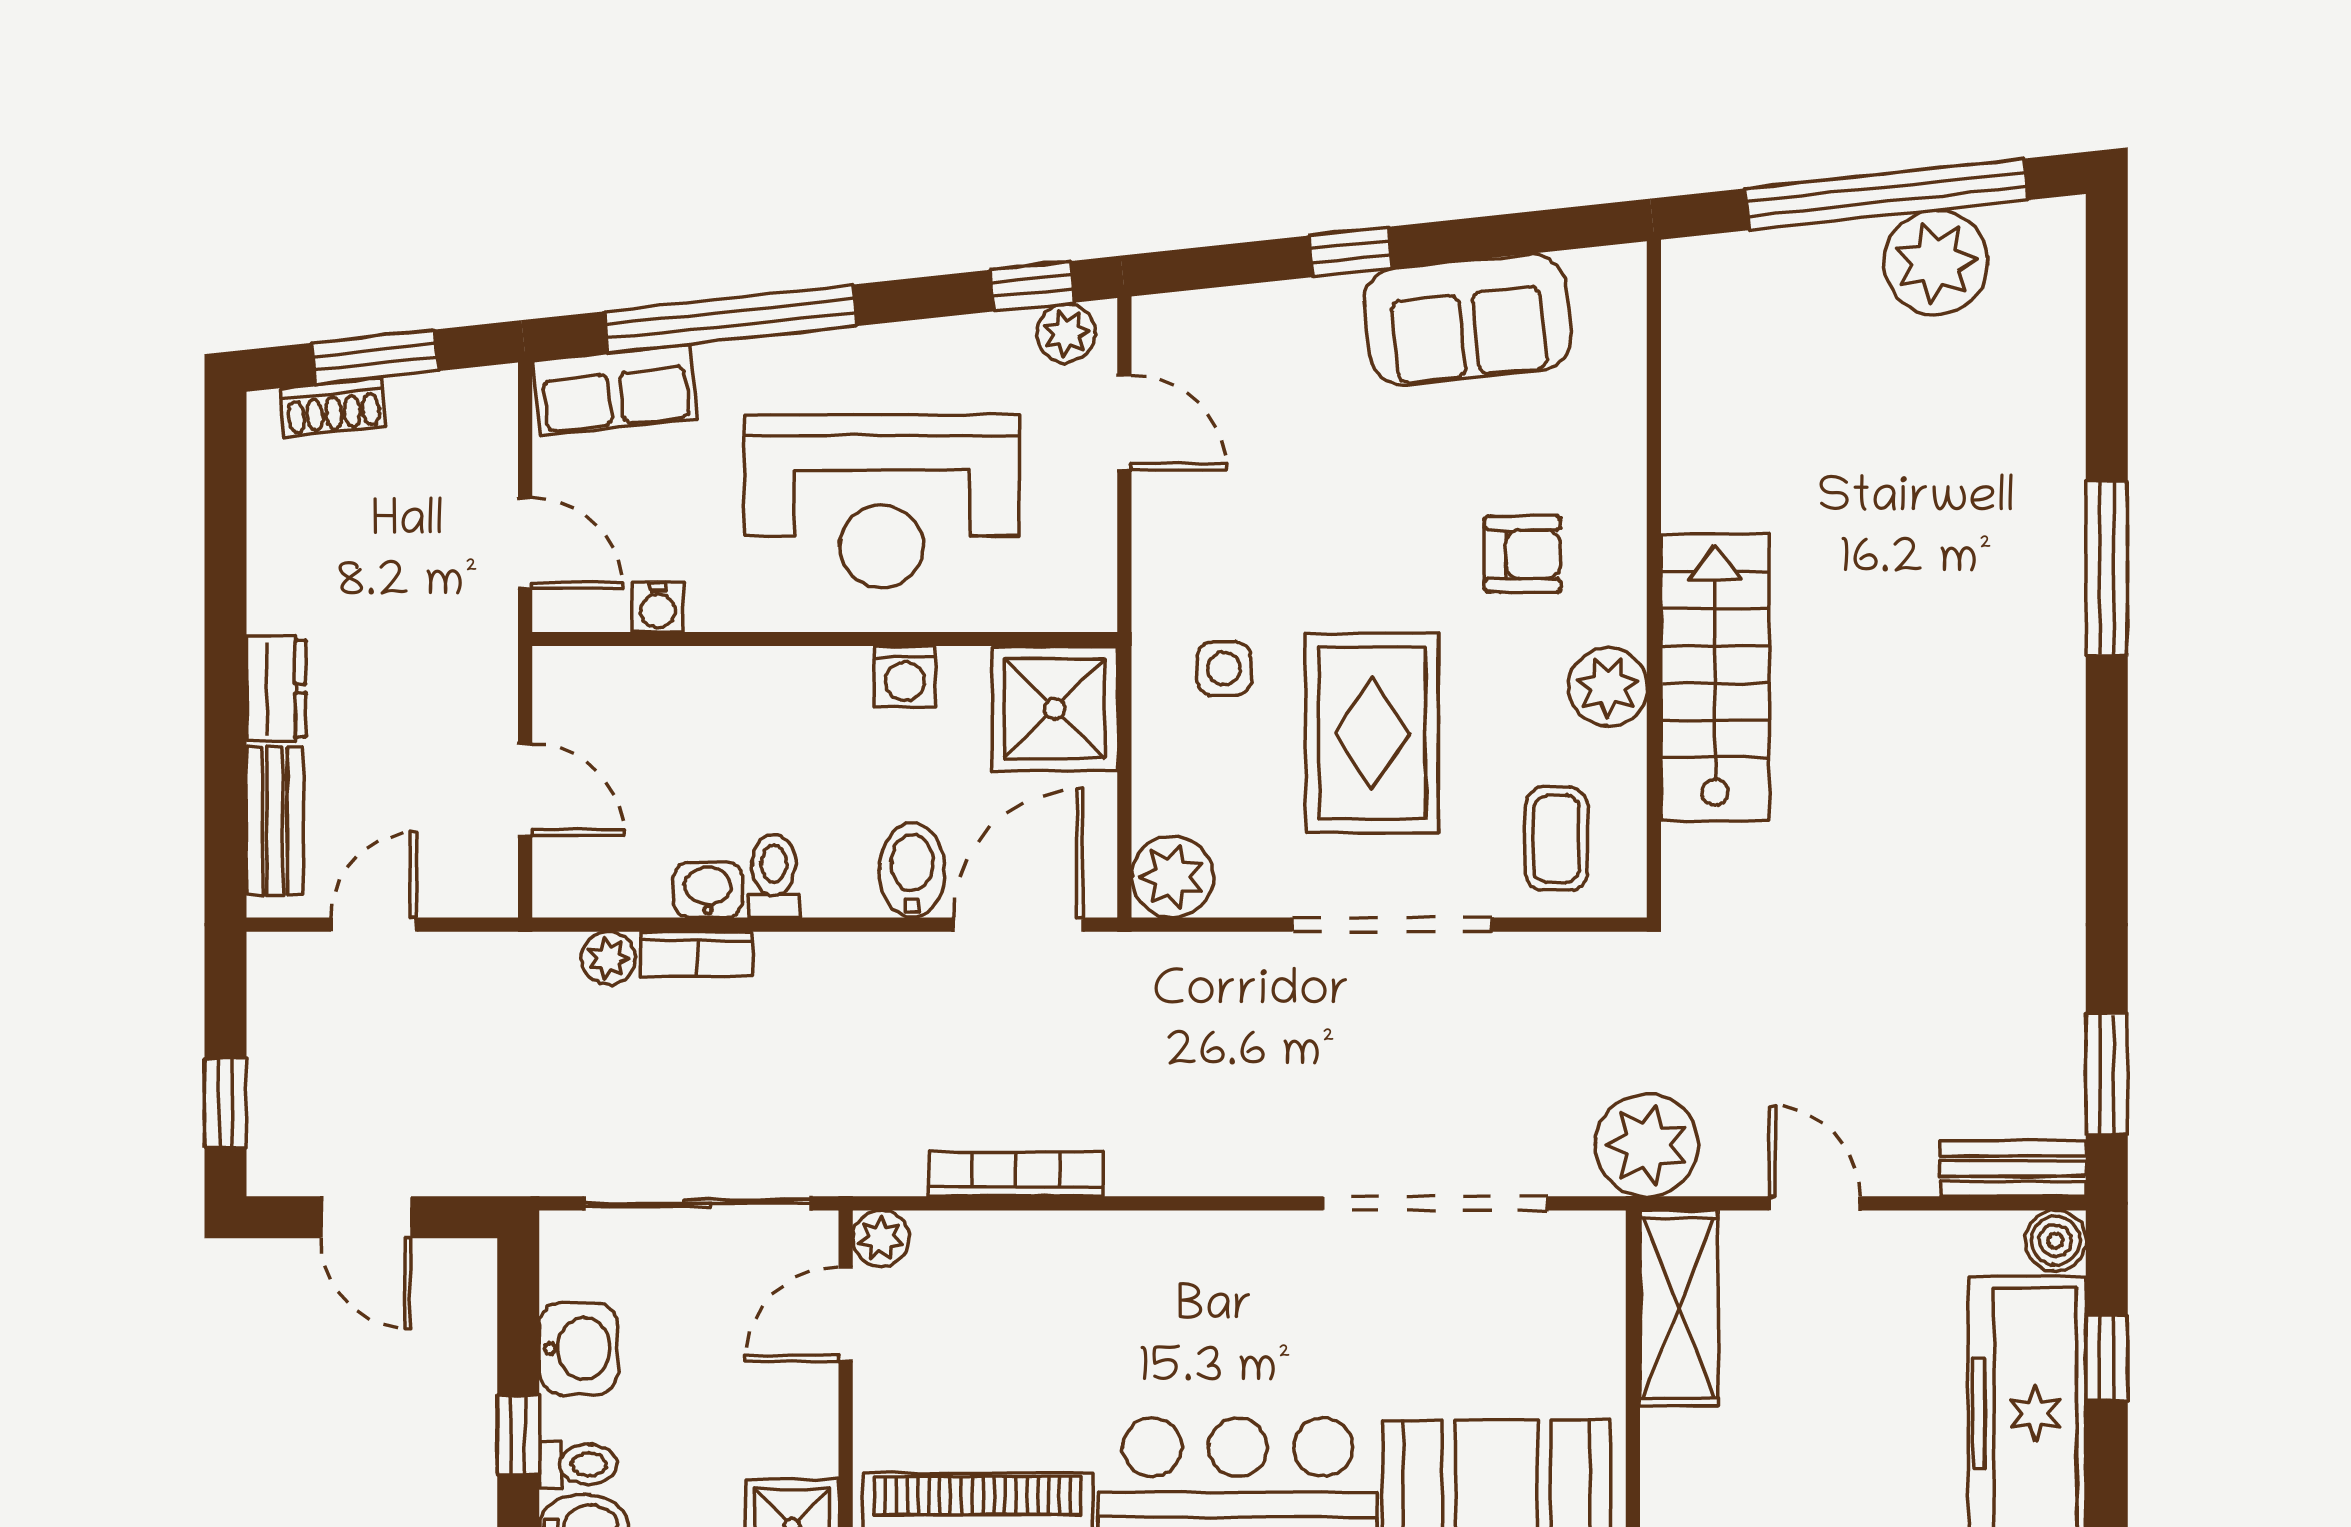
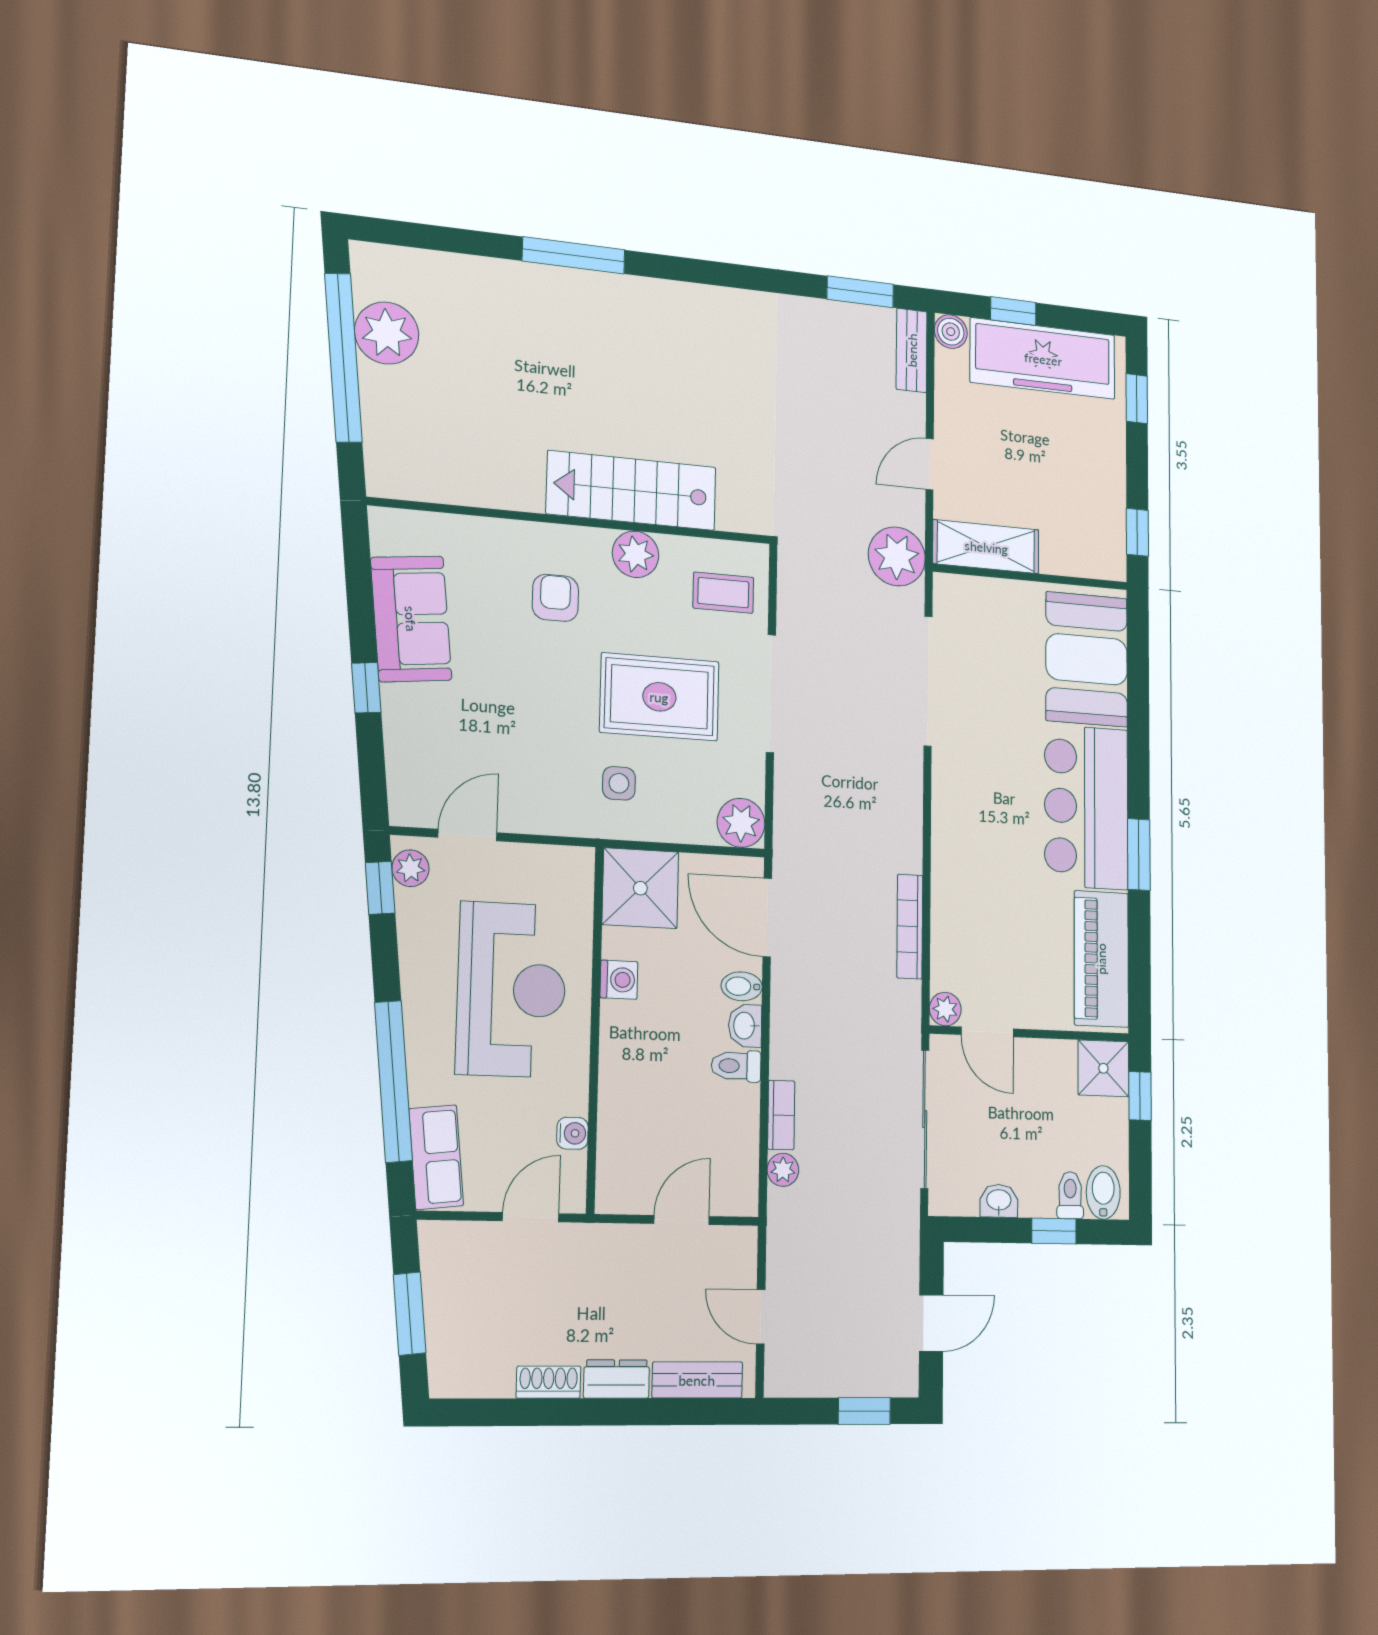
shoe rack: (333, 407) -> (549, 1382), moved, turned -84
bidet: (912, 870) -> (742, 986), width x0.72, depth x0.74
washbasin: (708, 890) -> (745, 1026), moved
washbasin: (578, 1349) -> (999, 1201), width x0.72, depth x0.69

